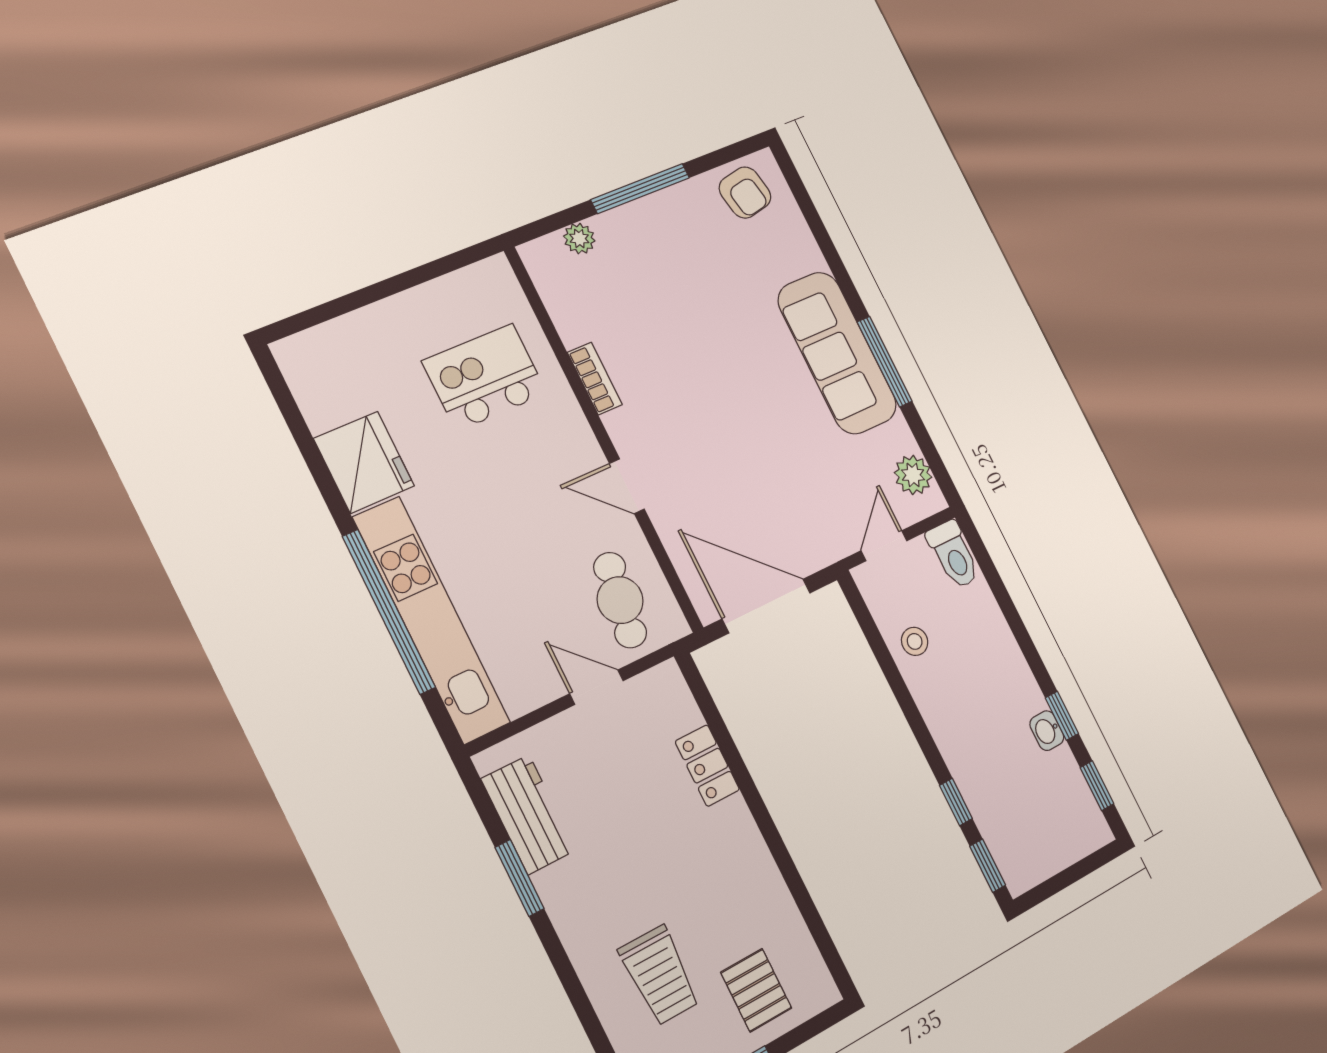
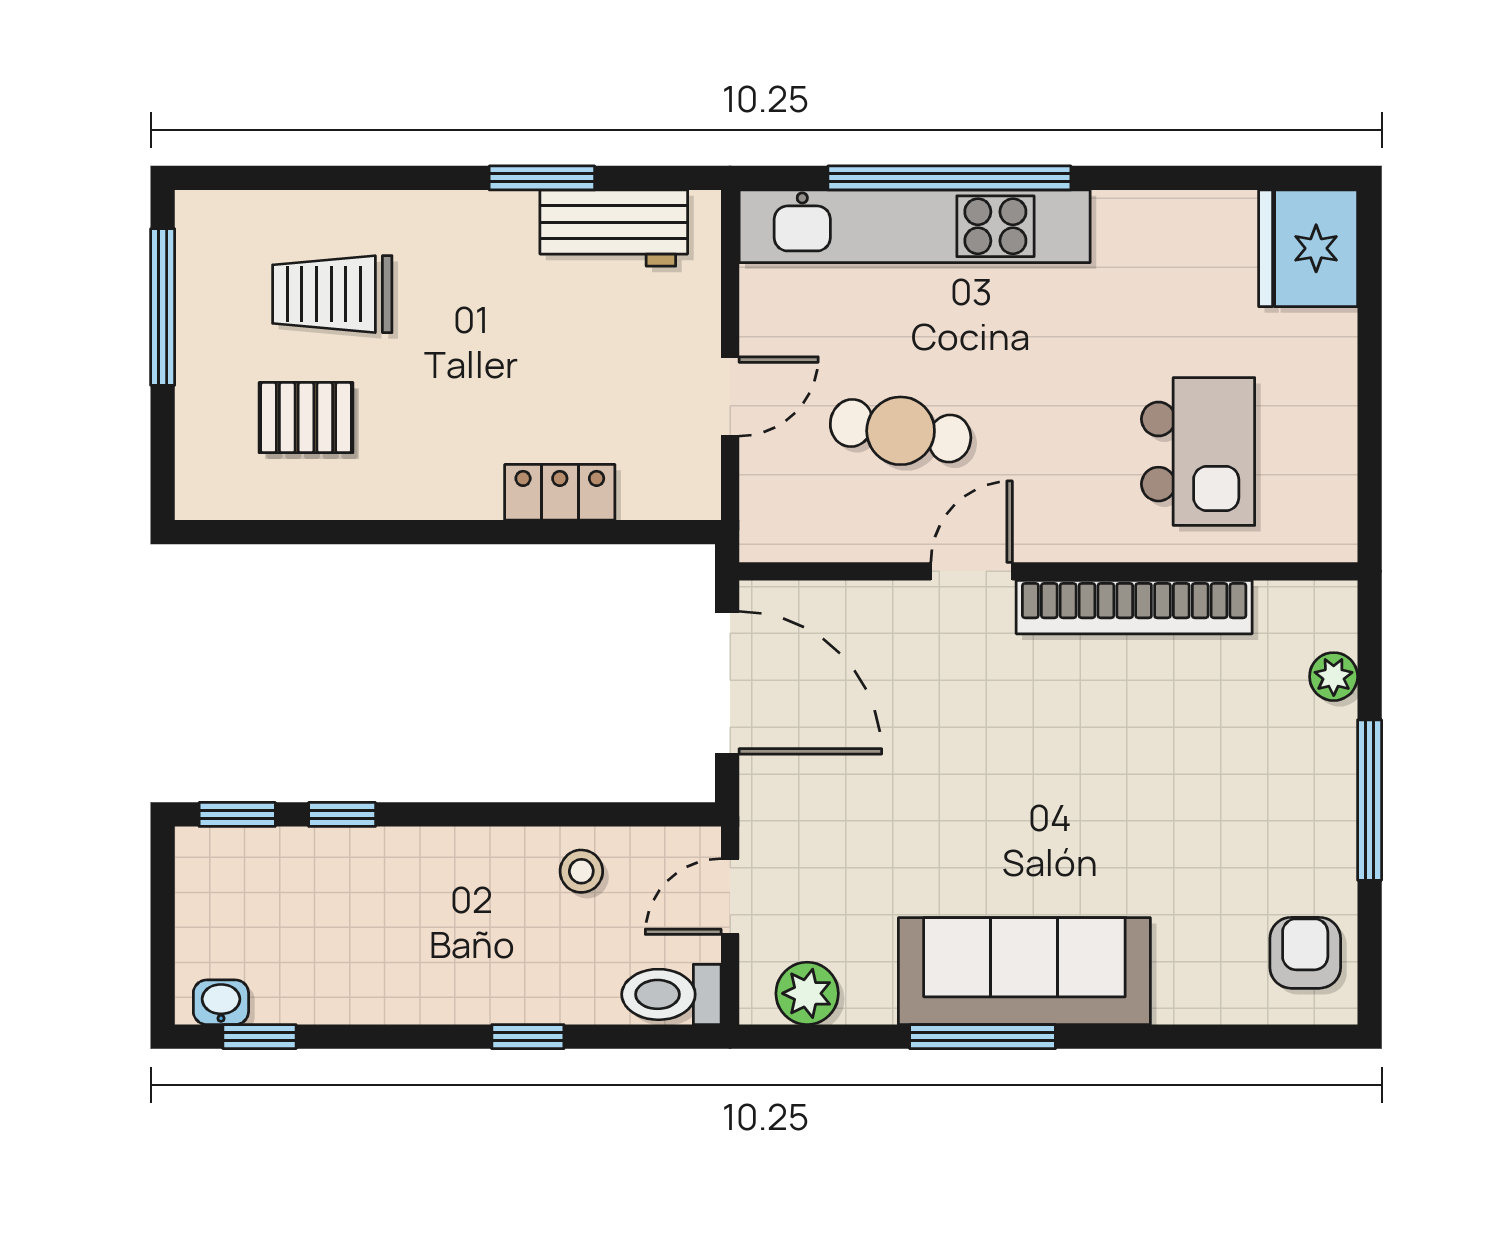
armchair: (745, 193) -> (1305, 953), turned 101
bookcase: (595, 379) -> (1134, 607), width x2.31, depth x1.31
fridge: (364, 462) -> (1308, 248), moved, turned 90
door: (884, 546) -> (730, 897), swing flipped
cafe table: (620, 600) -> (901, 431), moved
door: (766, 606) -> (727, 683), hinge flipped
window: (1062, 716) -> (528, 1037), moved
washbasin: (1047, 731) -> (221, 1002), moved
pallet: (756, 990) -> (306, 418), moved

